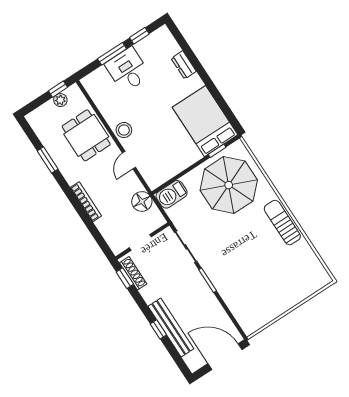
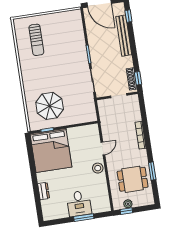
window: (139, 36) -> (62, 221), removed
bed: (205, 121) -> (51, 150), width x1.36
dining table: (86, 135) -> (133, 179), moved, turned 90
parasol: (229, 185) -> (50, 106), width x0.73, depth x0.73
barbecue: (172, 194) -> (87, 116), removed
floor lamp: (142, 201) -> (107, 120), removed
sun lounger: (282, 223) -> (36, 40), moved
window: (158, 329) -> (128, 16), moved

